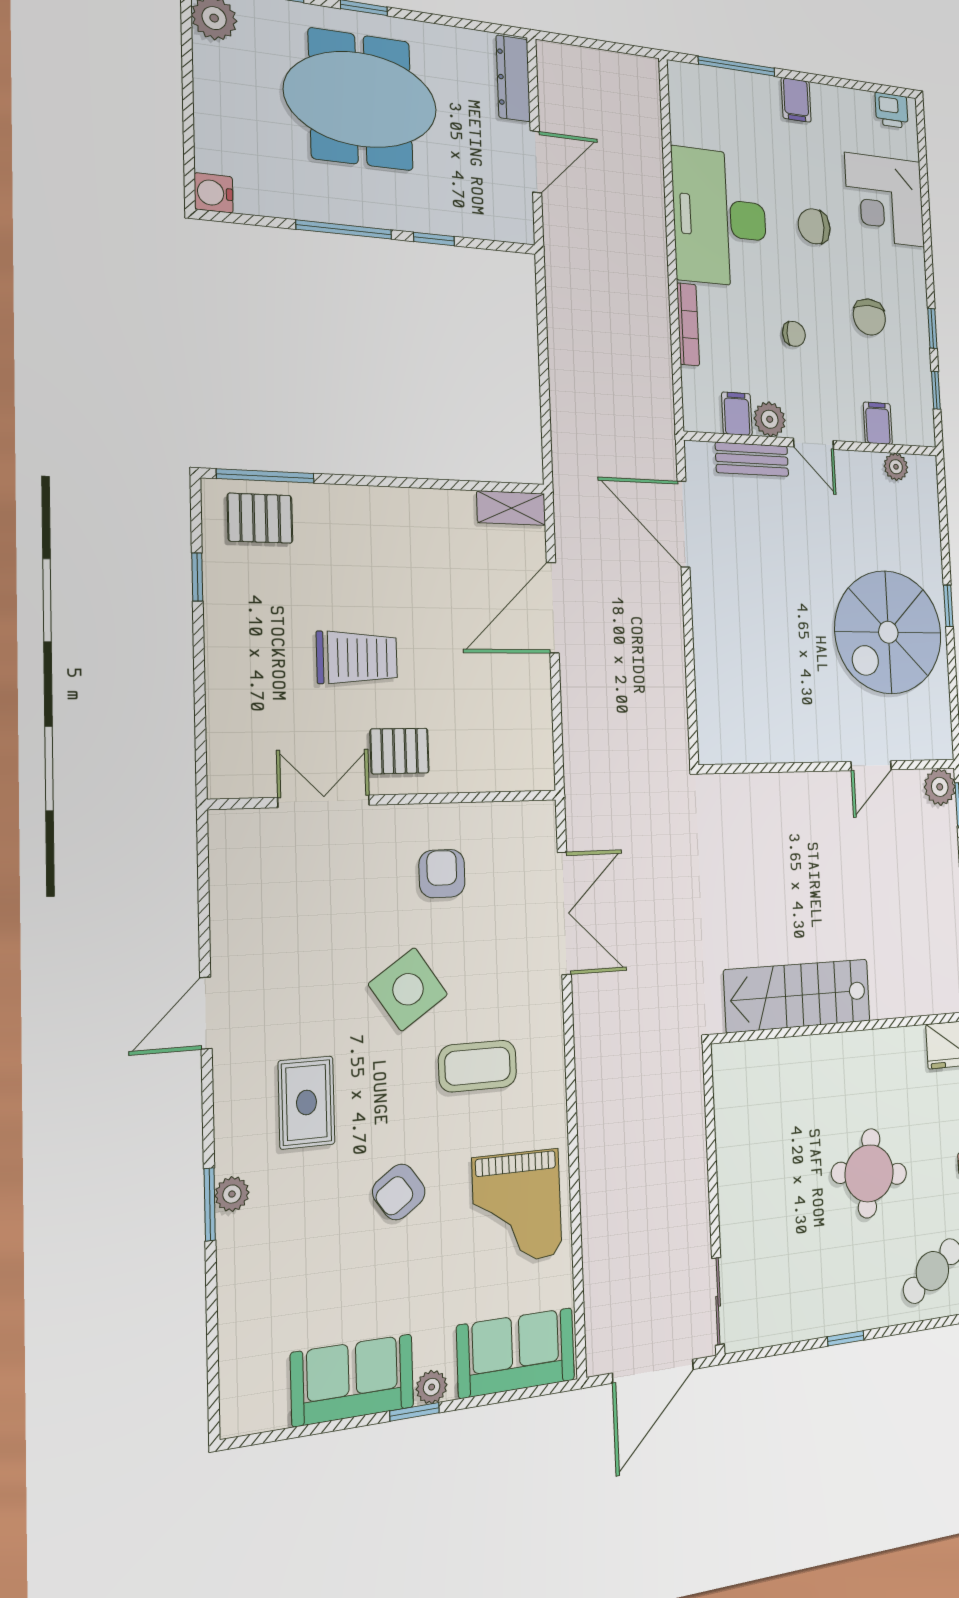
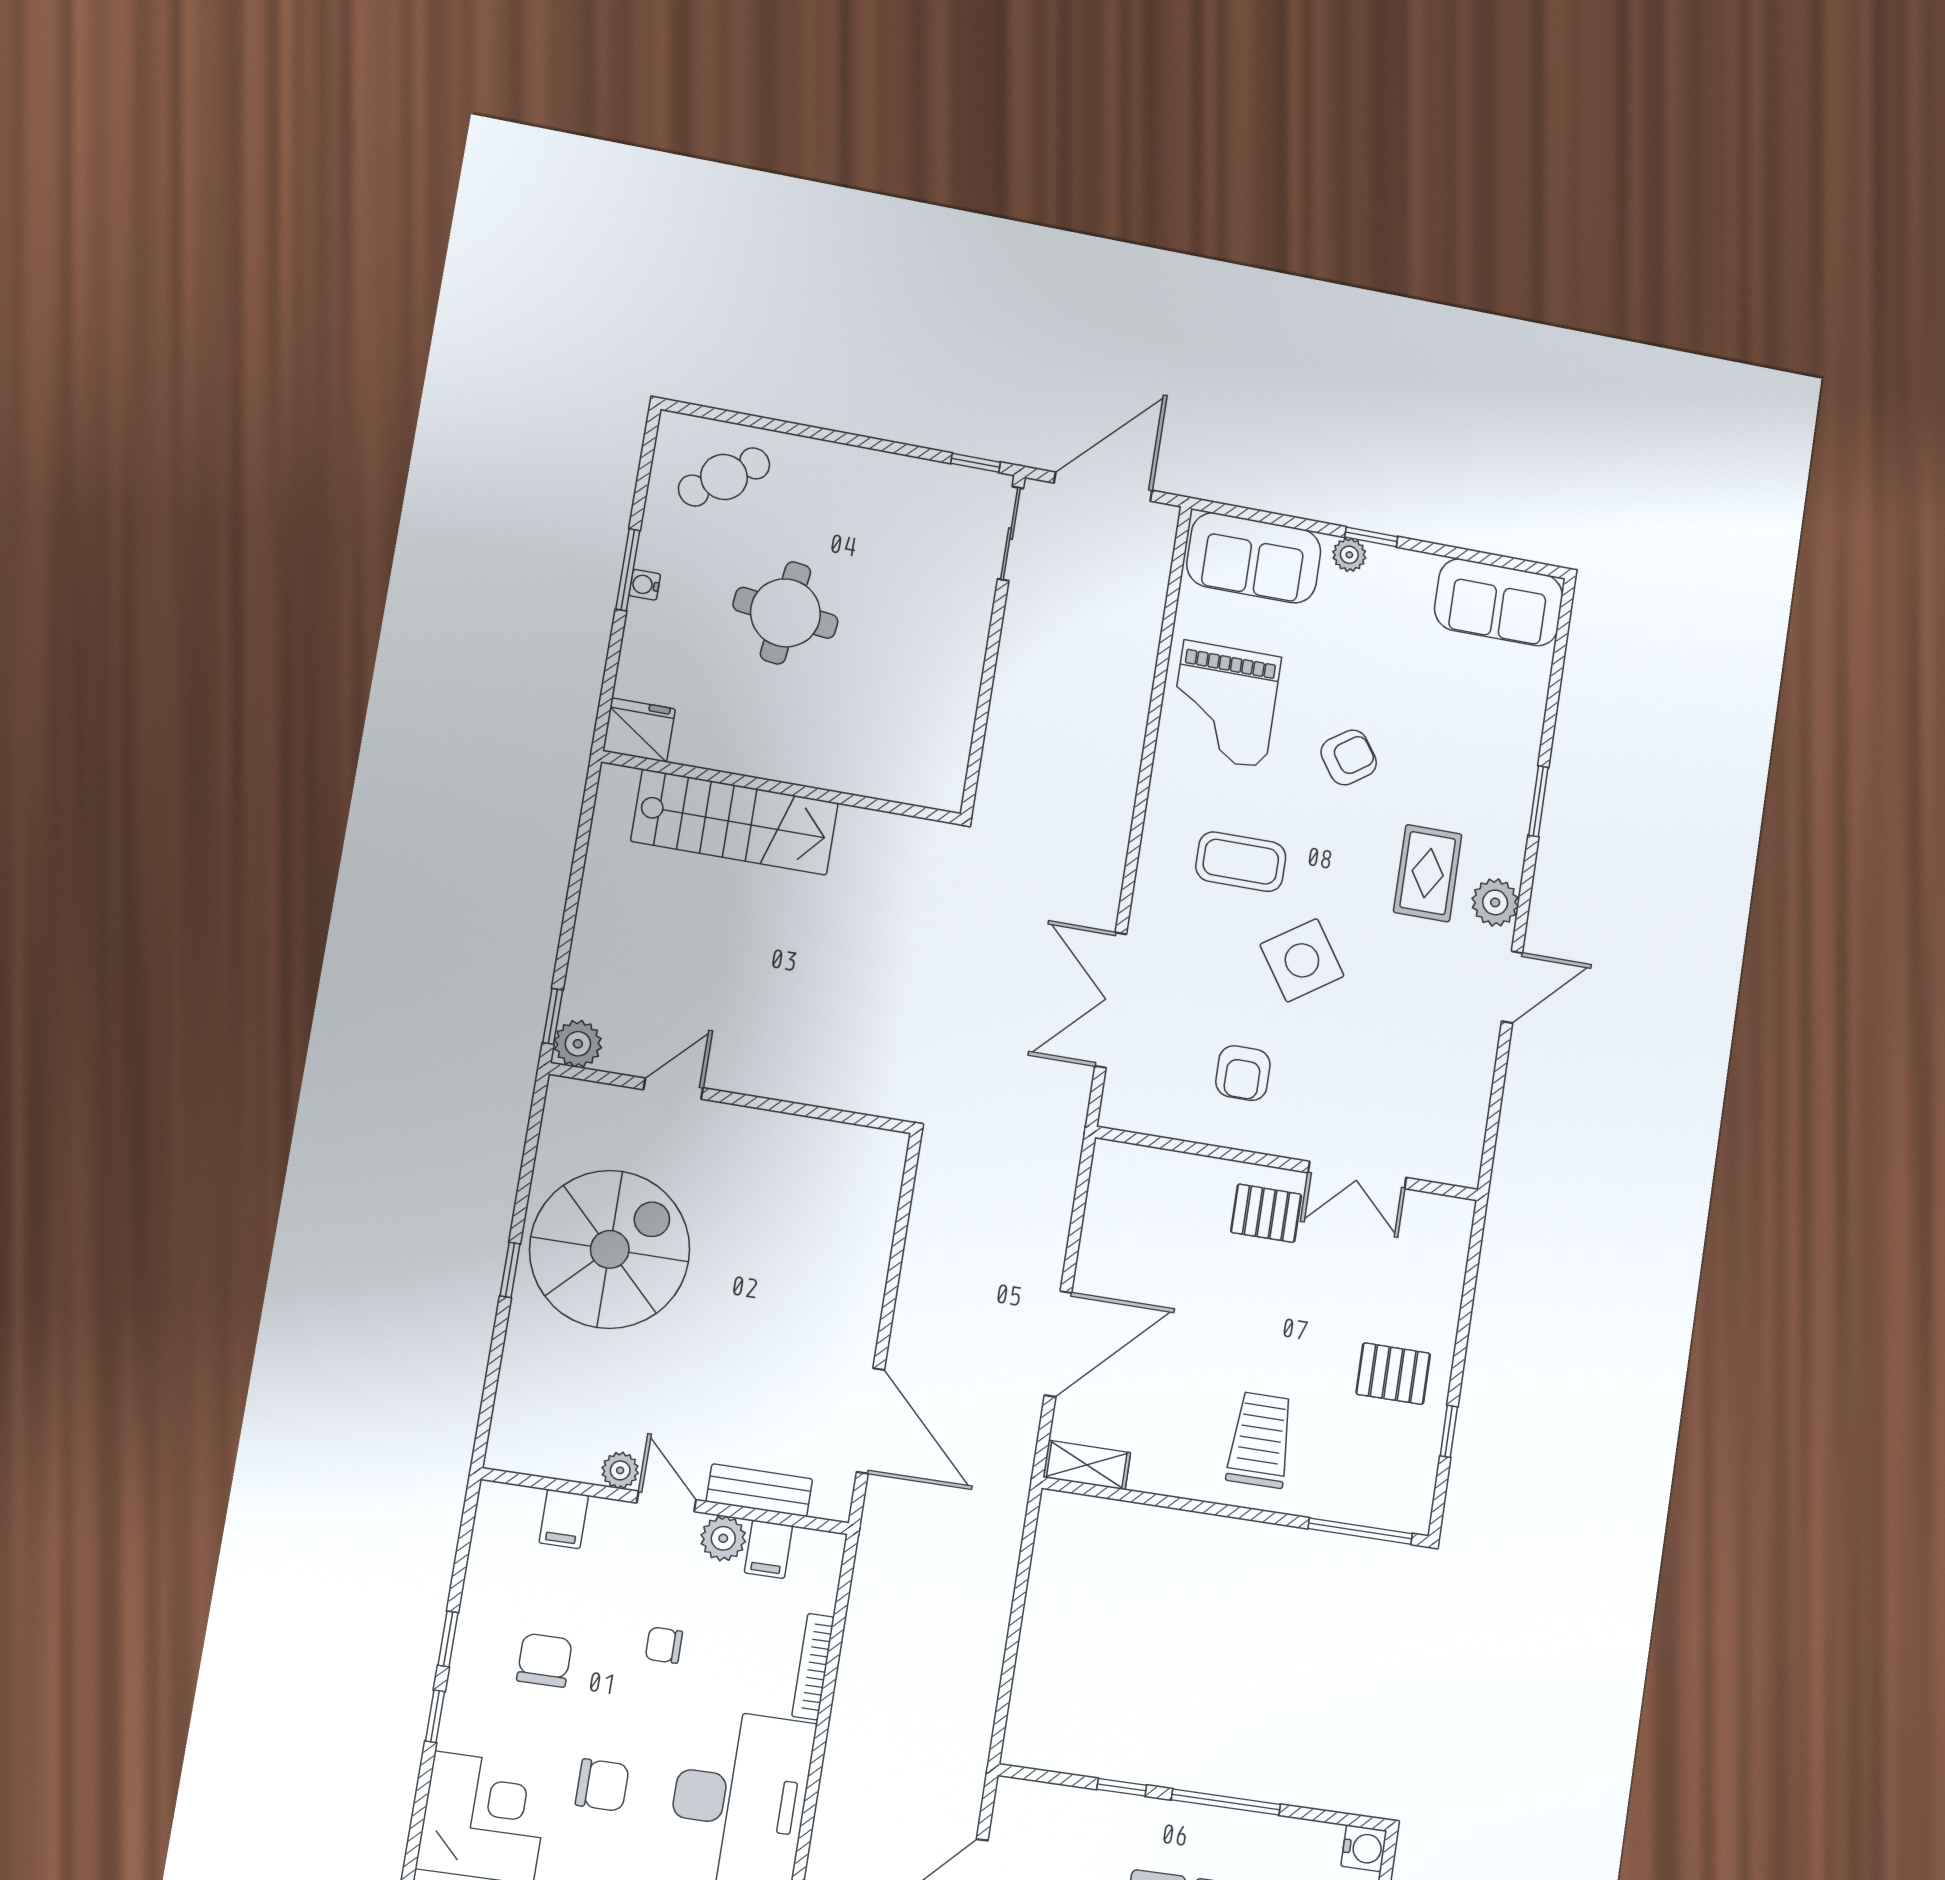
window: (936, 390) -> (435, 1716), moved
plant: (896, 467) -> (620, 1470), moved
pallet: (260, 518) -> (1393, 1374), moved
trolley: (357, 658) -> (1260, 1440), moved, turned 90
stairs: (798, 996) -> (735, 822), moved
plant: (232, 1194) -> (1495, 902), moved, width x1.38, depth x1.38
grand piano: (517, 1207) -> (1224, 704), turned 180
window: (846, 1338) -> (976, 463), moved
sofa: (352, 1380) -> (1499, 602), moved

